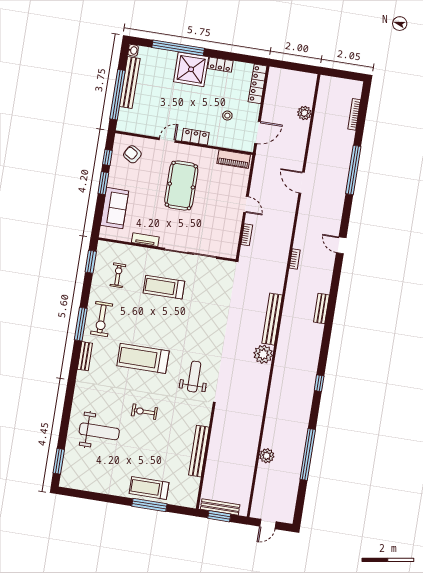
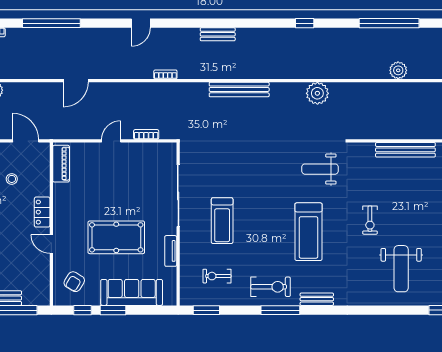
pool table: (181, 186) -> (116, 237), moved
sofa: (115, 208) -> (132, 292), width x1.36
plant: (263, 354) -> (317, 93), moved
weight bench: (99, 431) -> (401, 269), turned 180

